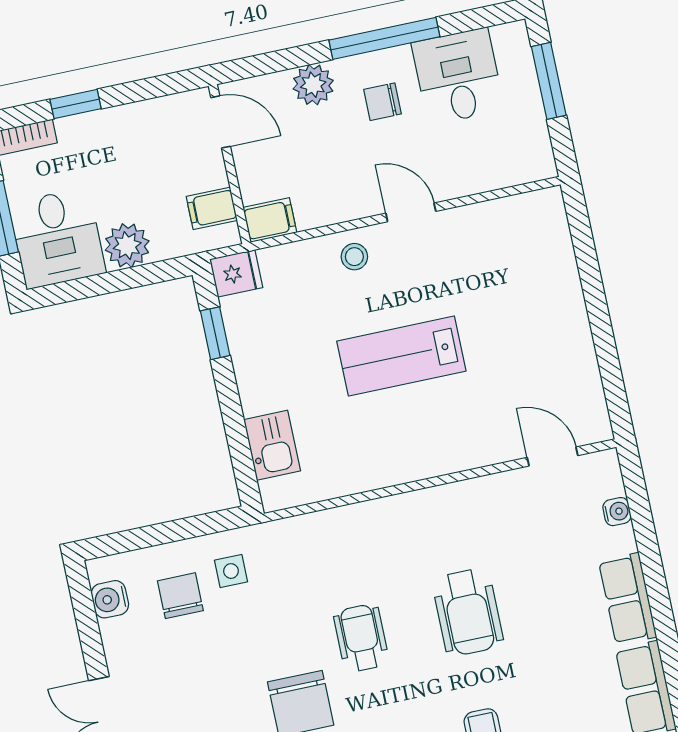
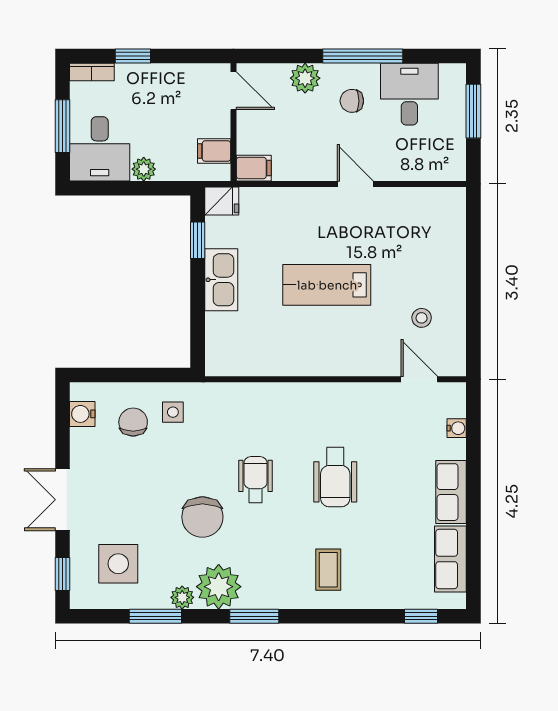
plant: (127, 246) -> (144, 169), width x0.73, depth x0.73
stool: (354, 257) -> (422, 318), moved
kitchen sink: (272, 445) -> (221, 280), moved, width x1.38

